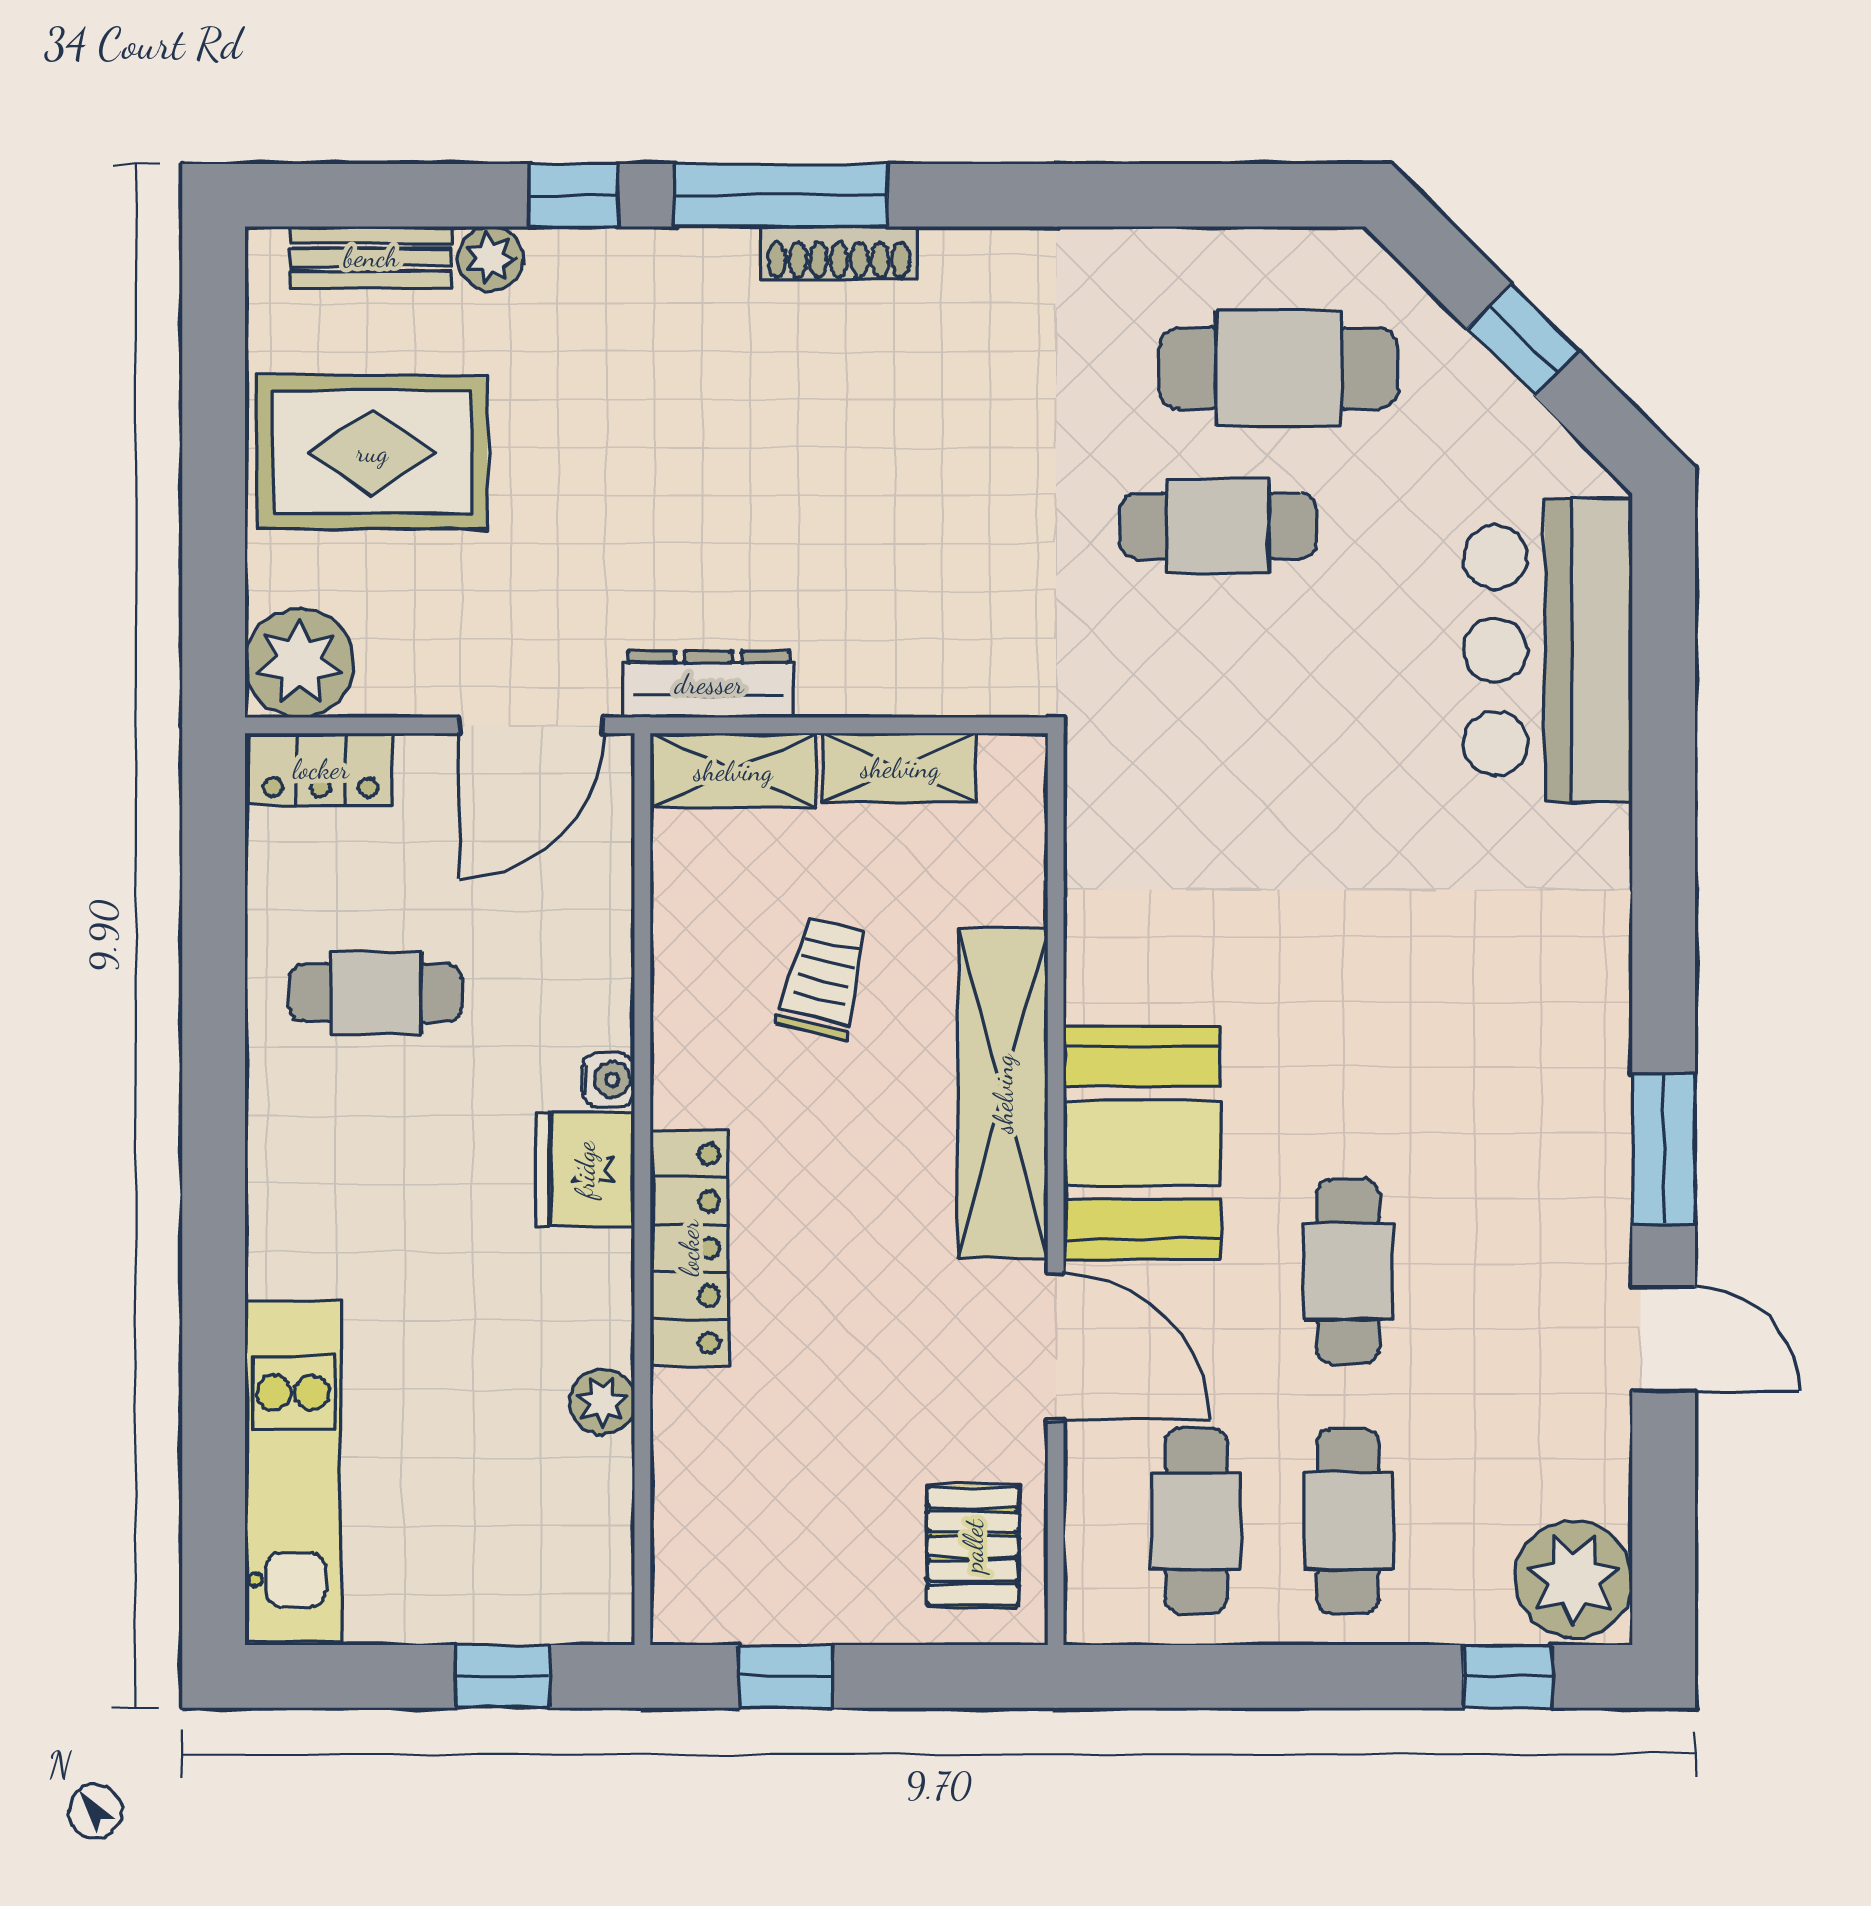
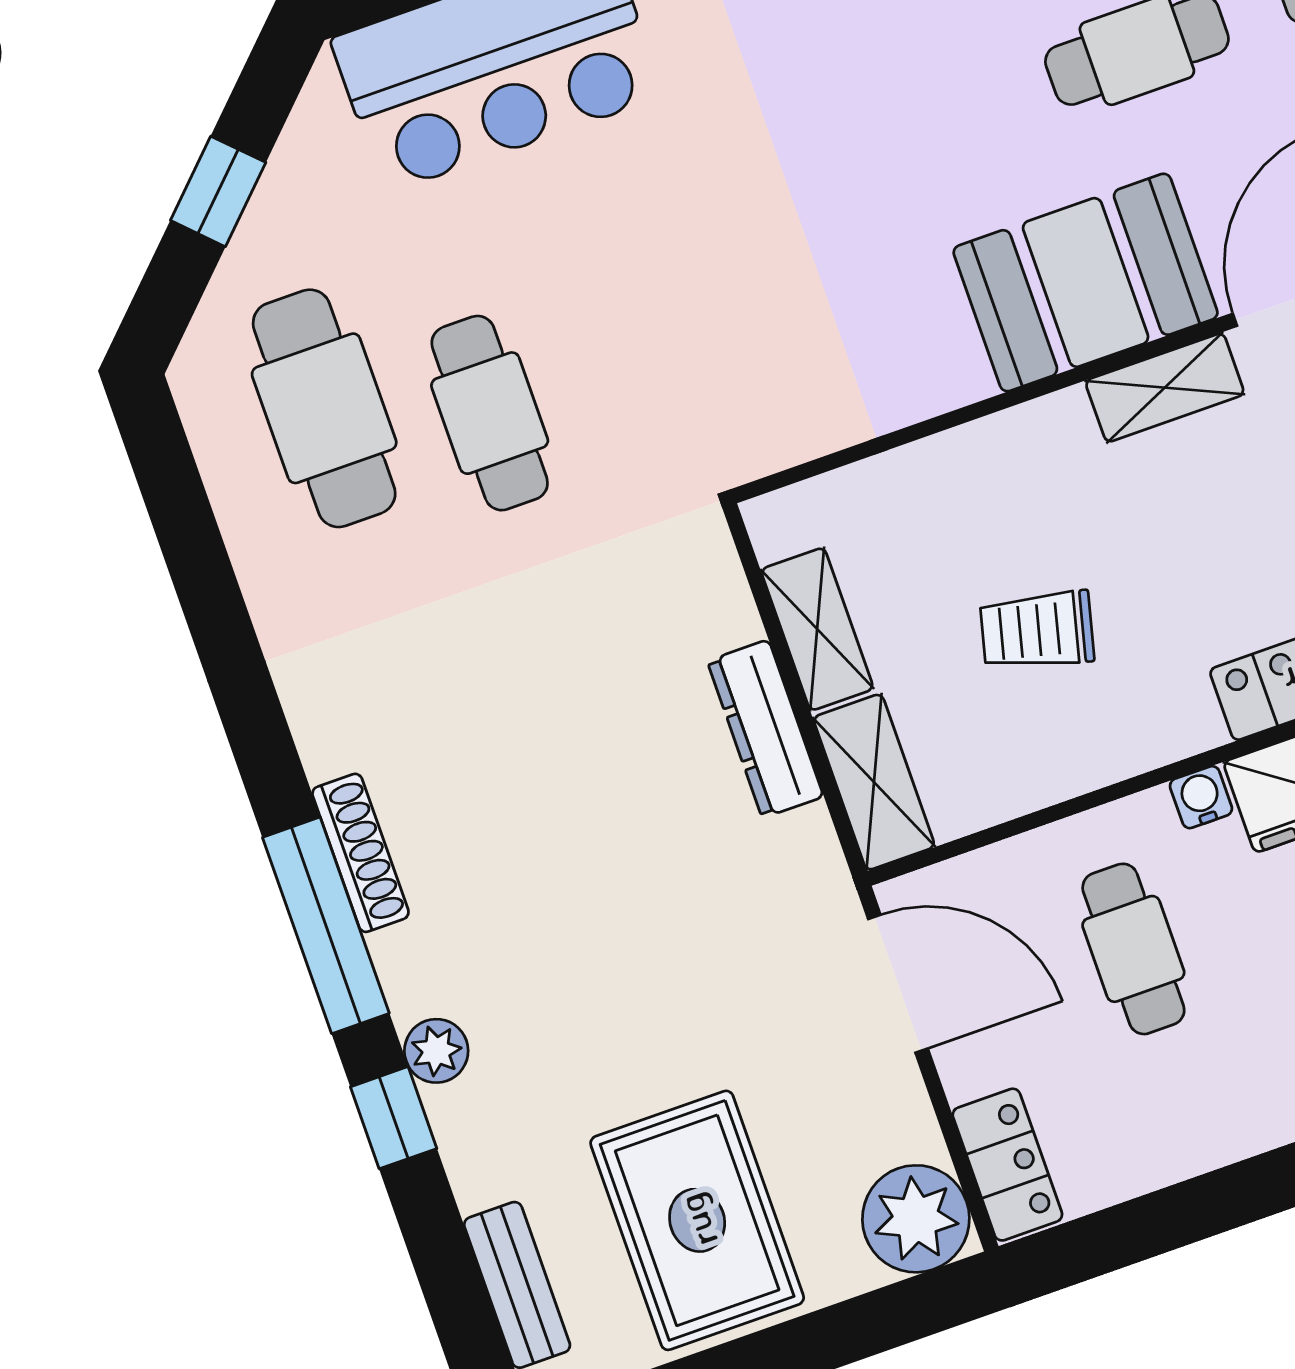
plant: (490, 259) -> (436, 1051), moved
dresser: (709, 684) -> (765, 729), moved
cafe table: (376, 993) -> (1133, 949), moved
shelving: (1003, 1094) -> (1165, 388), width x0.45, depth x0.75

